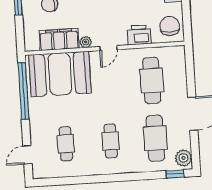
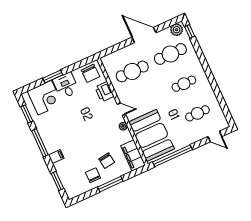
chair: (170, 26) -> (90, 73), turned -91
filing cabinet: (59, 39) -> (133, 155), moved

